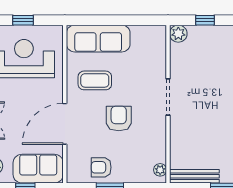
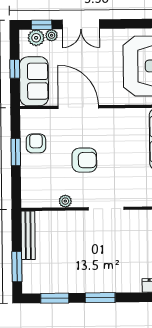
coffee table: (95, 80) -> (122, 136), removed
plant: (160, 170) -> (65, 201), moved

